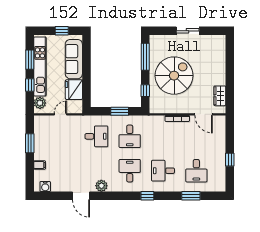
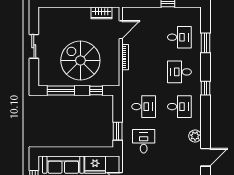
window: (120, 111) -> (118, 131), moved
desk: (130, 171) -> (179, 107), turned 180
desk: (163, 171) -> (179, 72), turned 90

